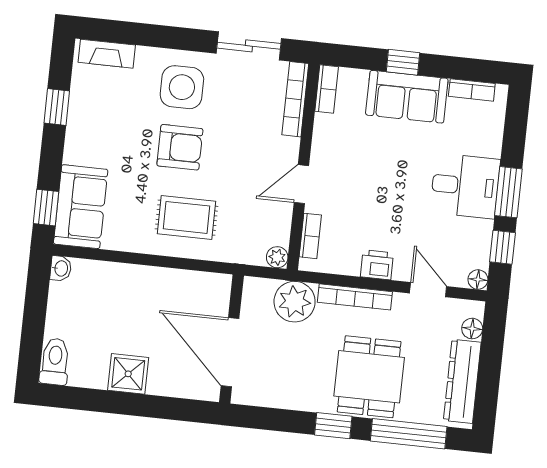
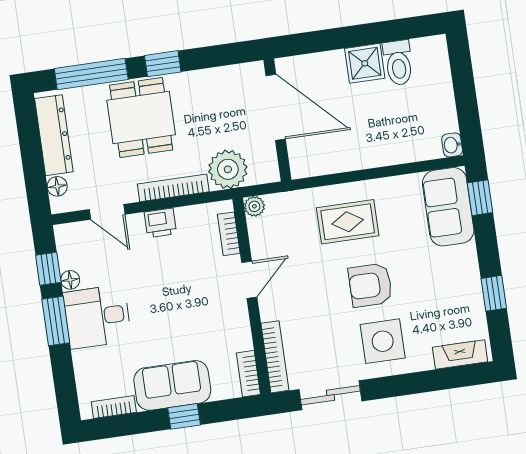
floor lamp: (478, 280) -> (70, 280), moved
toilet: (55, 362) -> (398, 63), moved

